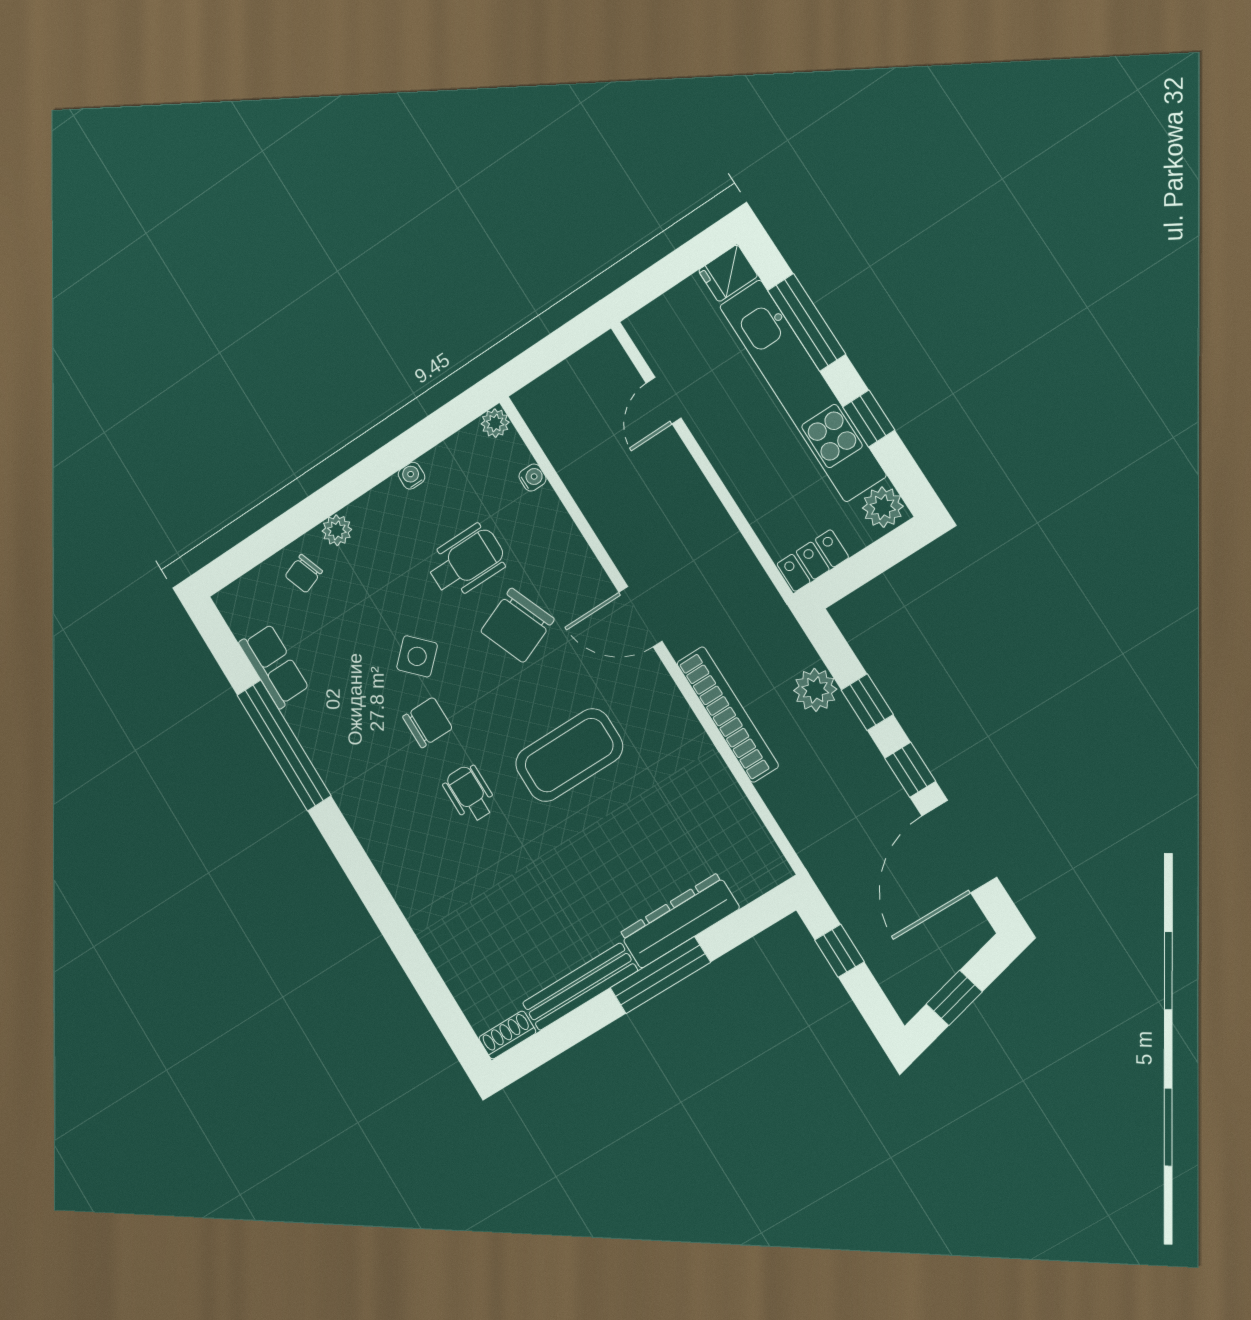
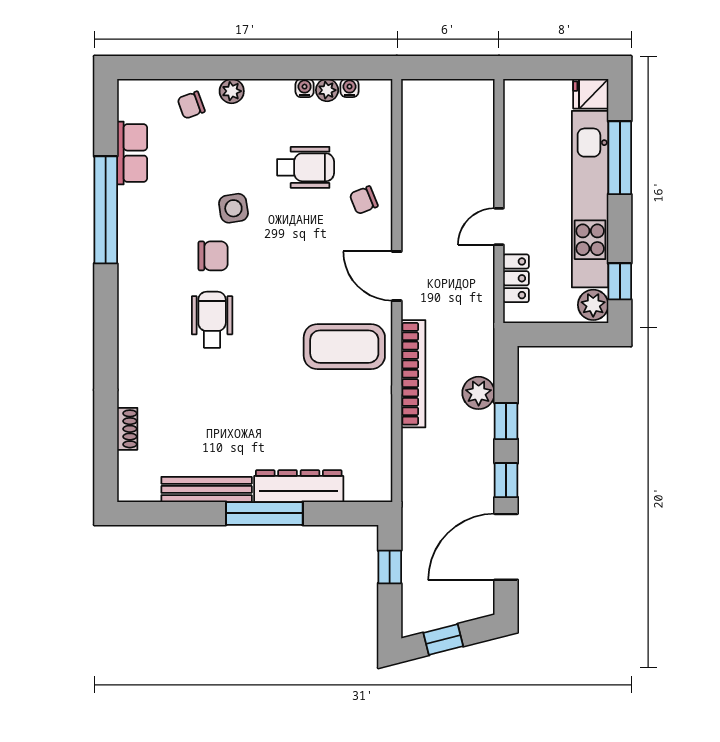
door: (664, 401) -> (499, 227), moved
window: (869, 419) -> (620, 281), moved
plant: (495, 423) -> (327, 90), moved
water cooler: (533, 478) -> (350, 88), moved, turned -90
locker: (813, 561) -> (516, 278), moved, turned 90
chair: (517, 625) -> (364, 200), moved, width x0.54, depth x0.54
side table: (417, 656) -> (233, 208), turned 35
coffee table: (569, 755) -> (344, 347), moved
wheelchair: (470, 794) -> (212, 320), width x1.36, depth x1.37
shoe rack: (507, 1035) -> (127, 429), moved, turned 90

